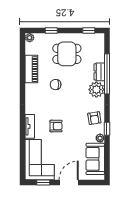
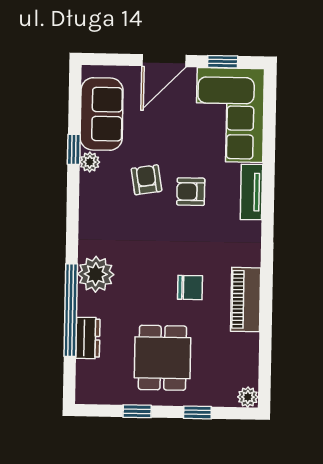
window: (89, 31) -> (137, 411), moved
dining table: (67, 54) -> (162, 358), turned 90
piano: (31, 69) -> (246, 300), moved
dresser: (99, 72) -> (88, 338), moved
armchair: (94, 118) -> (147, 180), moved
window: (107, 129) -> (74, 149), moved

